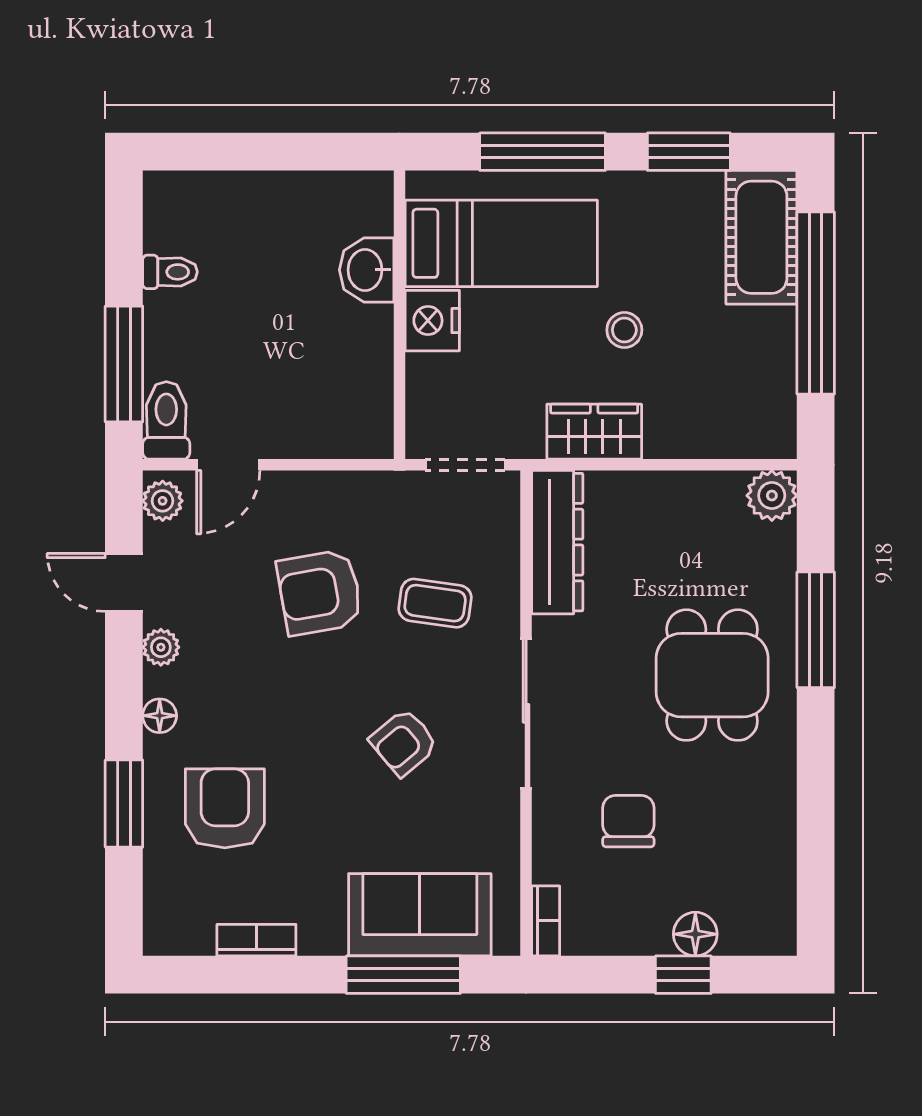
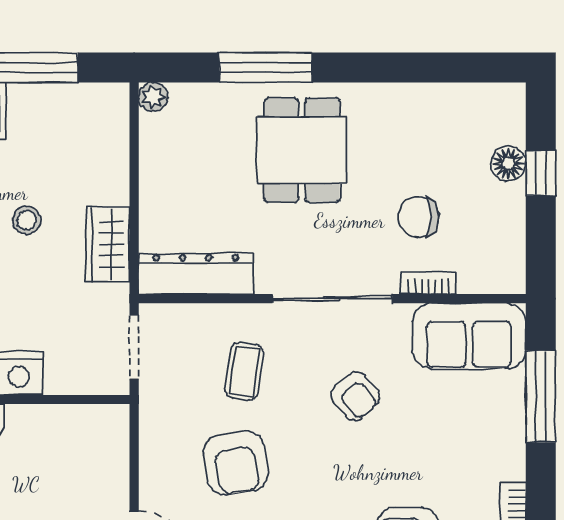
plant: (772, 496) -> (153, 97), width x0.73, depth x0.73
dining table: (712, 675) -> (302, 150), turned 90
sofa: (420, 915) -> (469, 336), moved, turned -90
bookcase: (546, 921) -> (428, 283), moved

